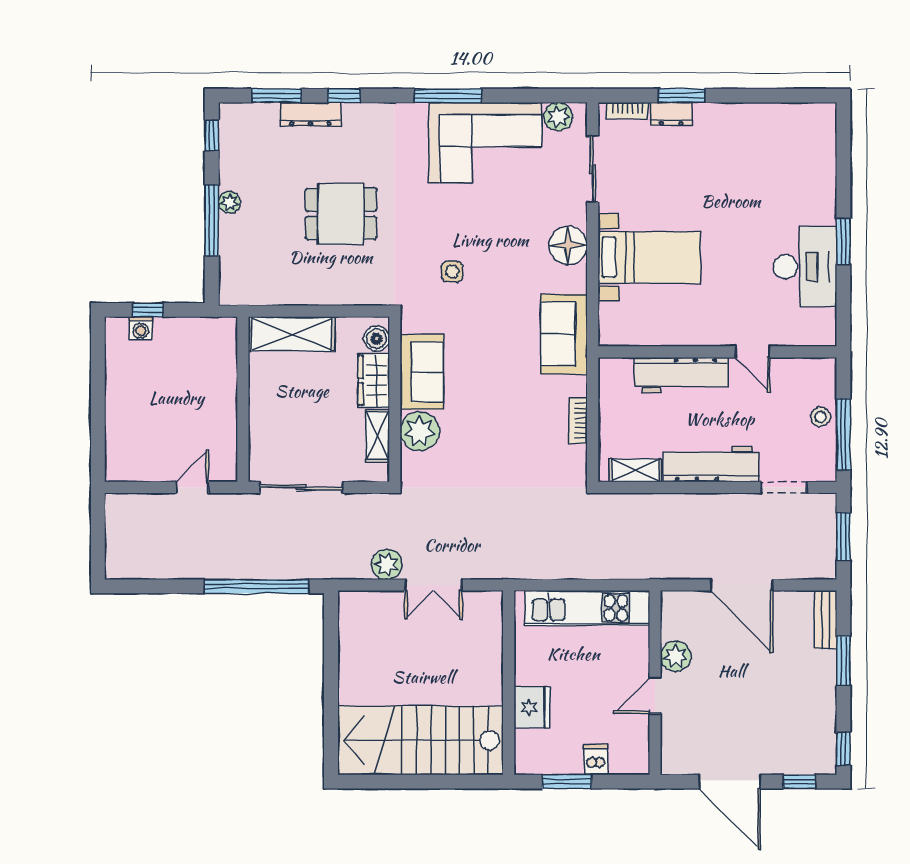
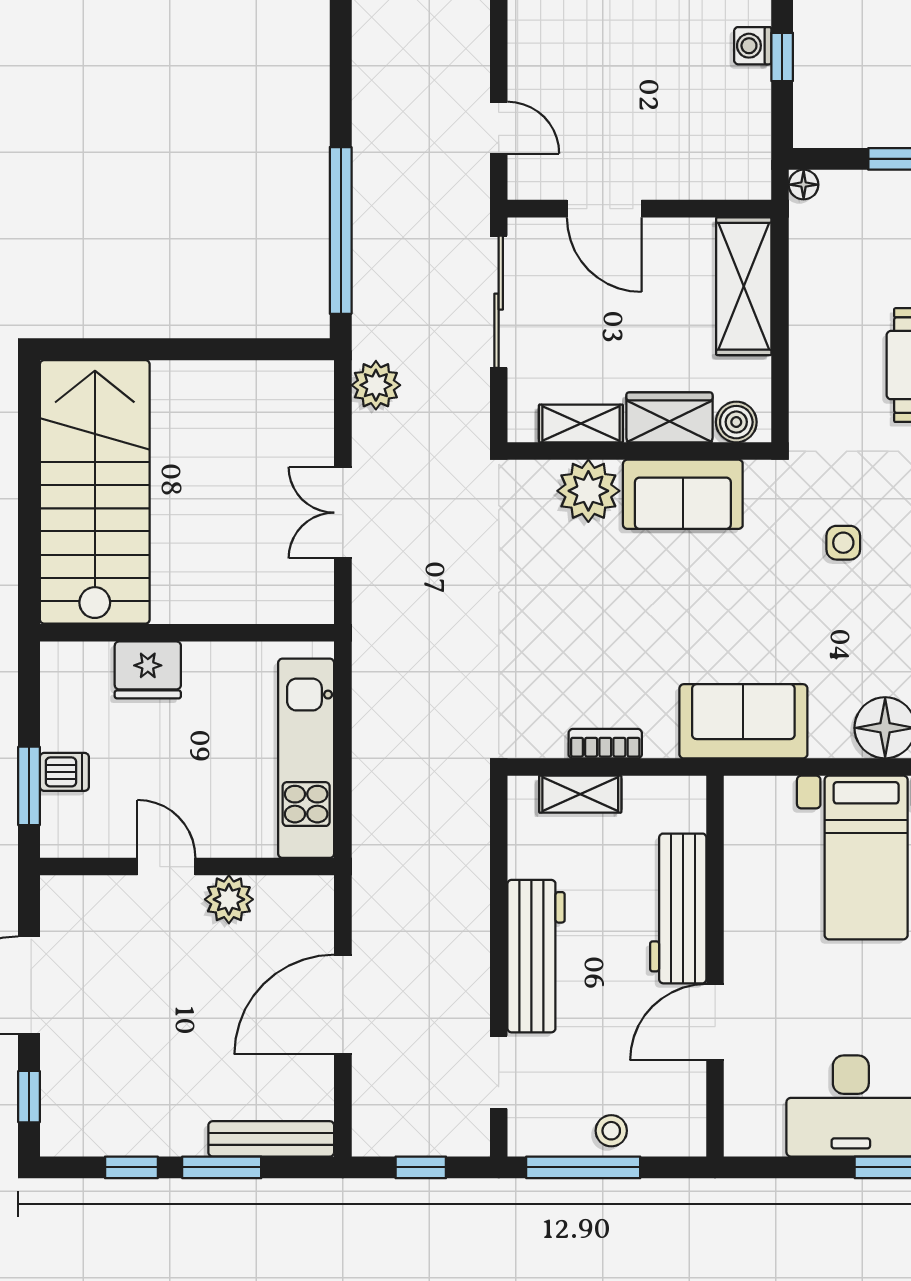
floor lamp: (228, 296) -> (804, 185), added
door: (753, 352) -> (715, 1022), width x1.38
door: (243, 421) -> (604, 209), added
shelving: (635, 470) -> (580, 794), moved, turned 90
window: (843, 536) -> (421, 1167), width x0.67
plant: (387, 564) -> (376, 385), moved
bench: (826, 619) -> (271, 1139), width x1.36
window: (843, 749) -> (131, 1167), moved
window: (567, 782) -> (29, 786), moved

